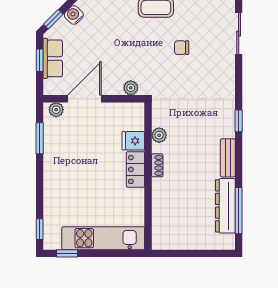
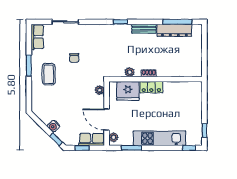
row of seats: (53, 58) -> (91, 140), moved
fridge: (133, 141) -> (128, 91), width x1.88, depth x1.34
kitchen unit: (103, 238) -> (160, 138), moved, turned 90

